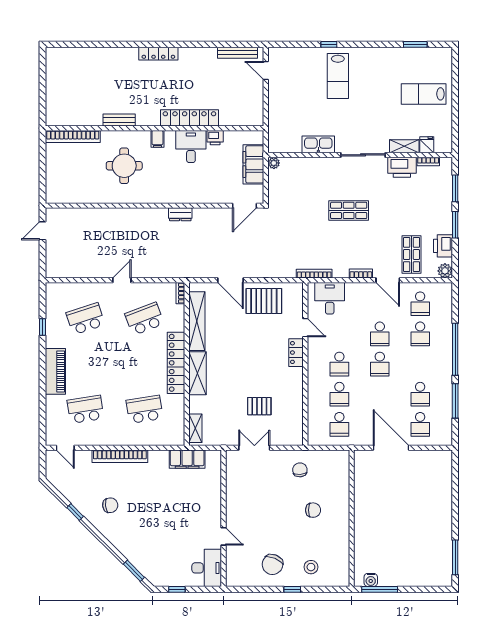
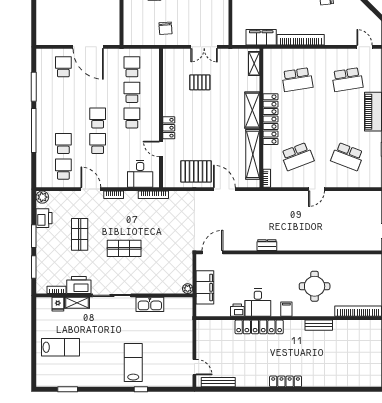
shop shelf: (412, 254) -> (80, 234), moved
school desk: (86, 319) -> (347, 156), turned 39
school desk: (420, 394) -> (63, 92), removed
bookcase: (120, 456) -> (301, 40), moved

